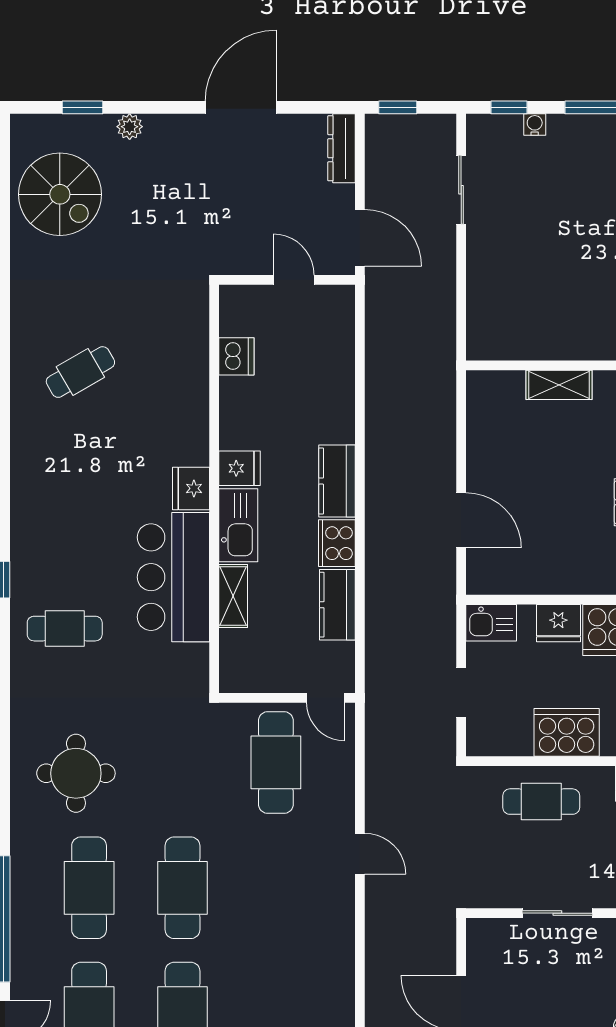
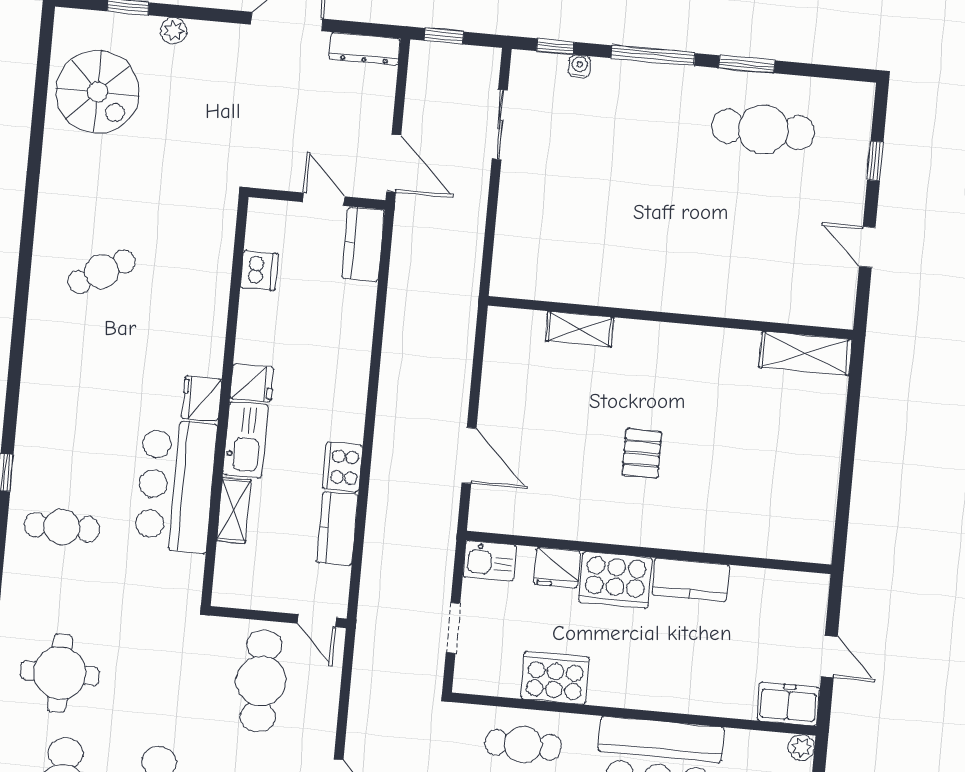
dresser: (341, 148) -> (365, 49), moved, turned -90
kitchen counter: (337, 481) -> (363, 244), moved

